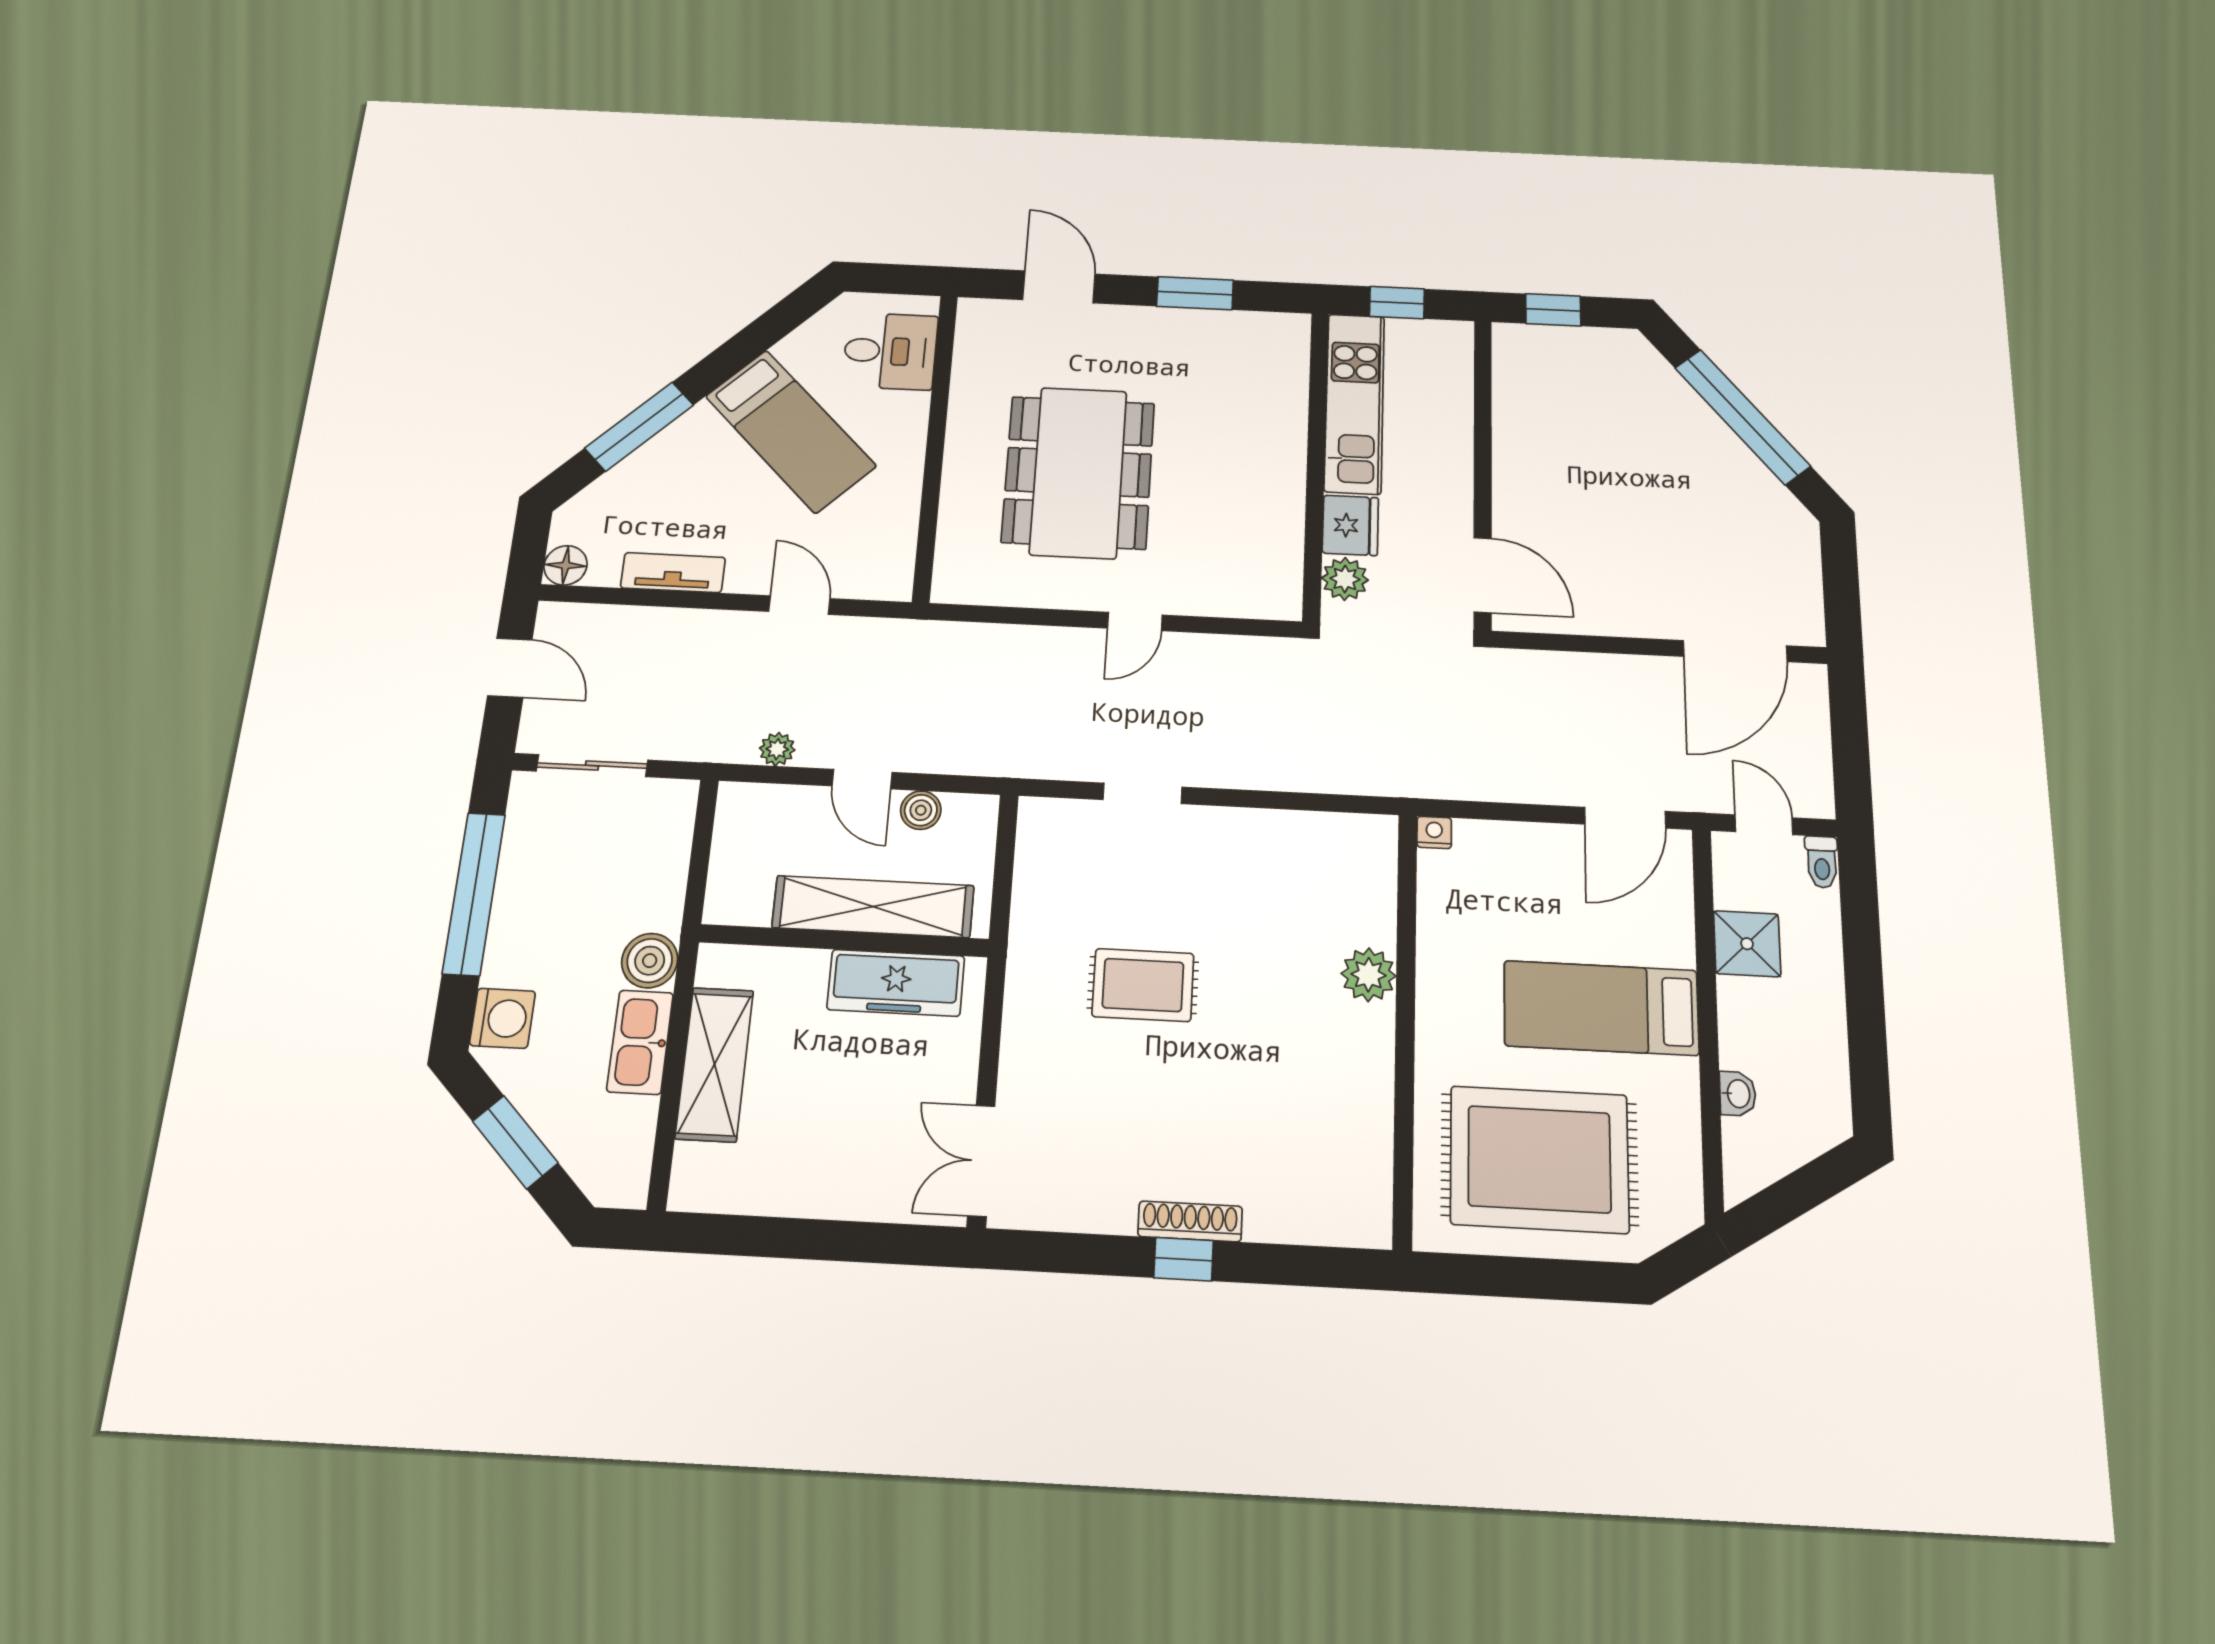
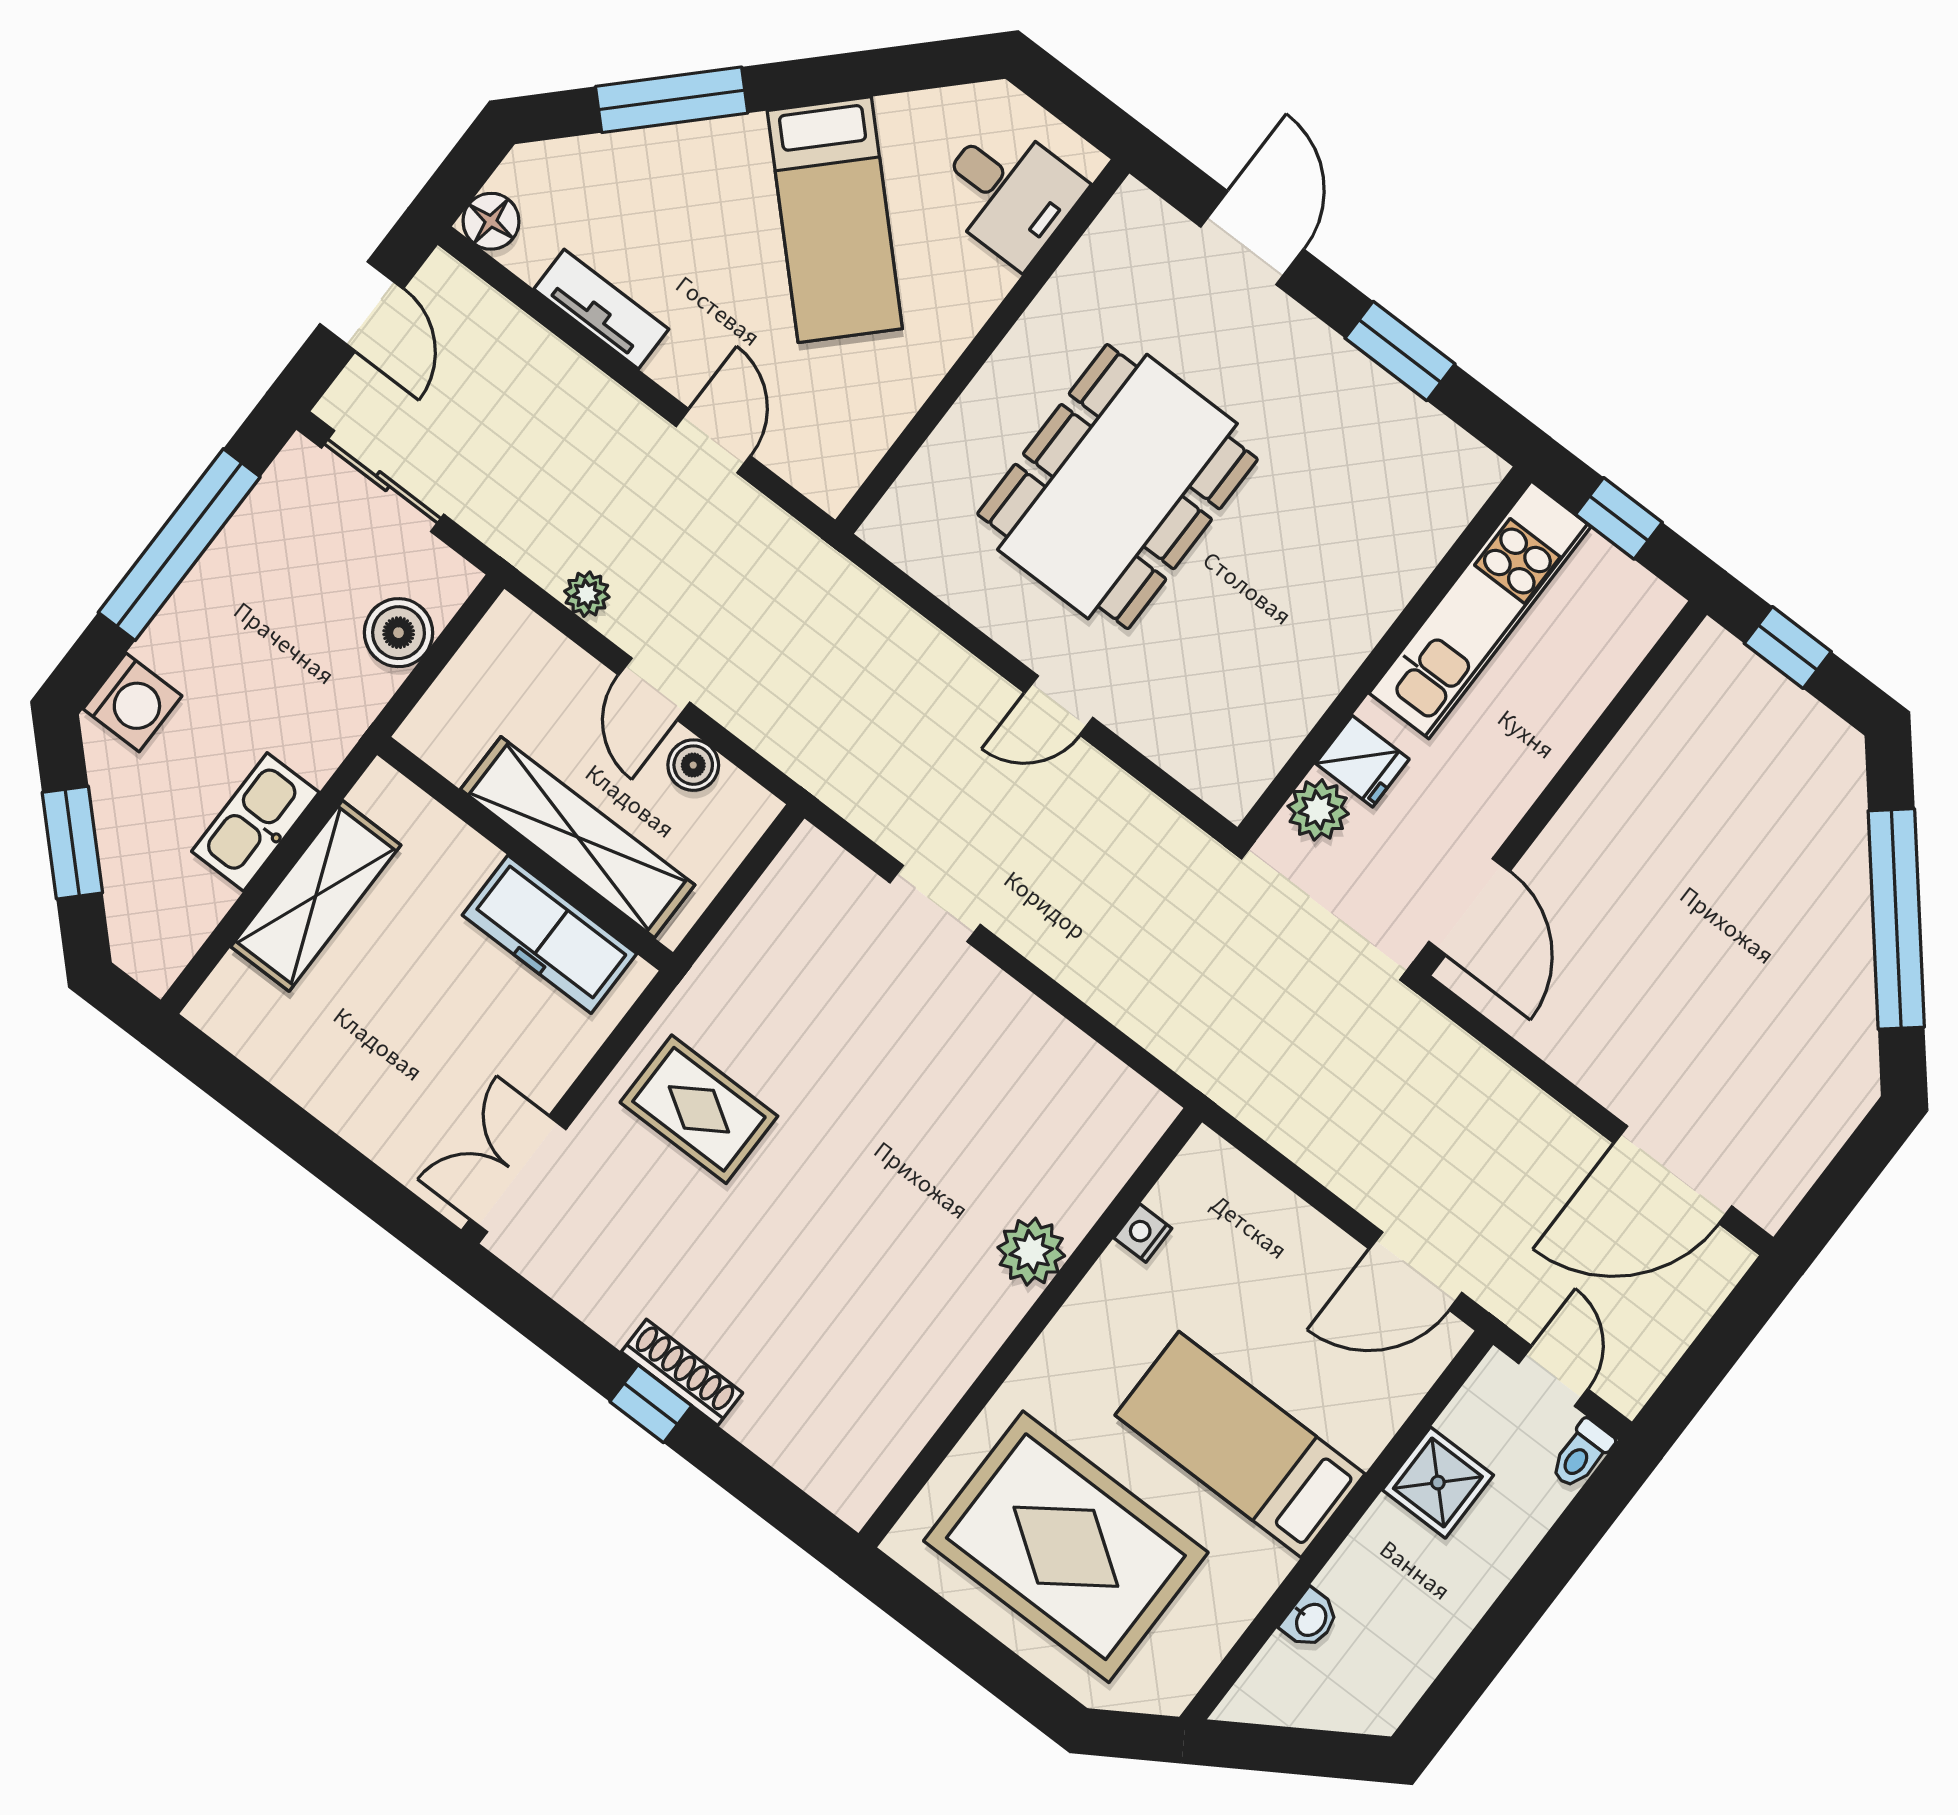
fridge: (1350, 525) -> (1362, 761), width x0.72
nightstand: (1434, 832) -> (1143, 1233), moved, turned -90
boiler: (650, 961) -> (399, 633), moved
rug: (1143, 985) -> (699, 1109), moved

